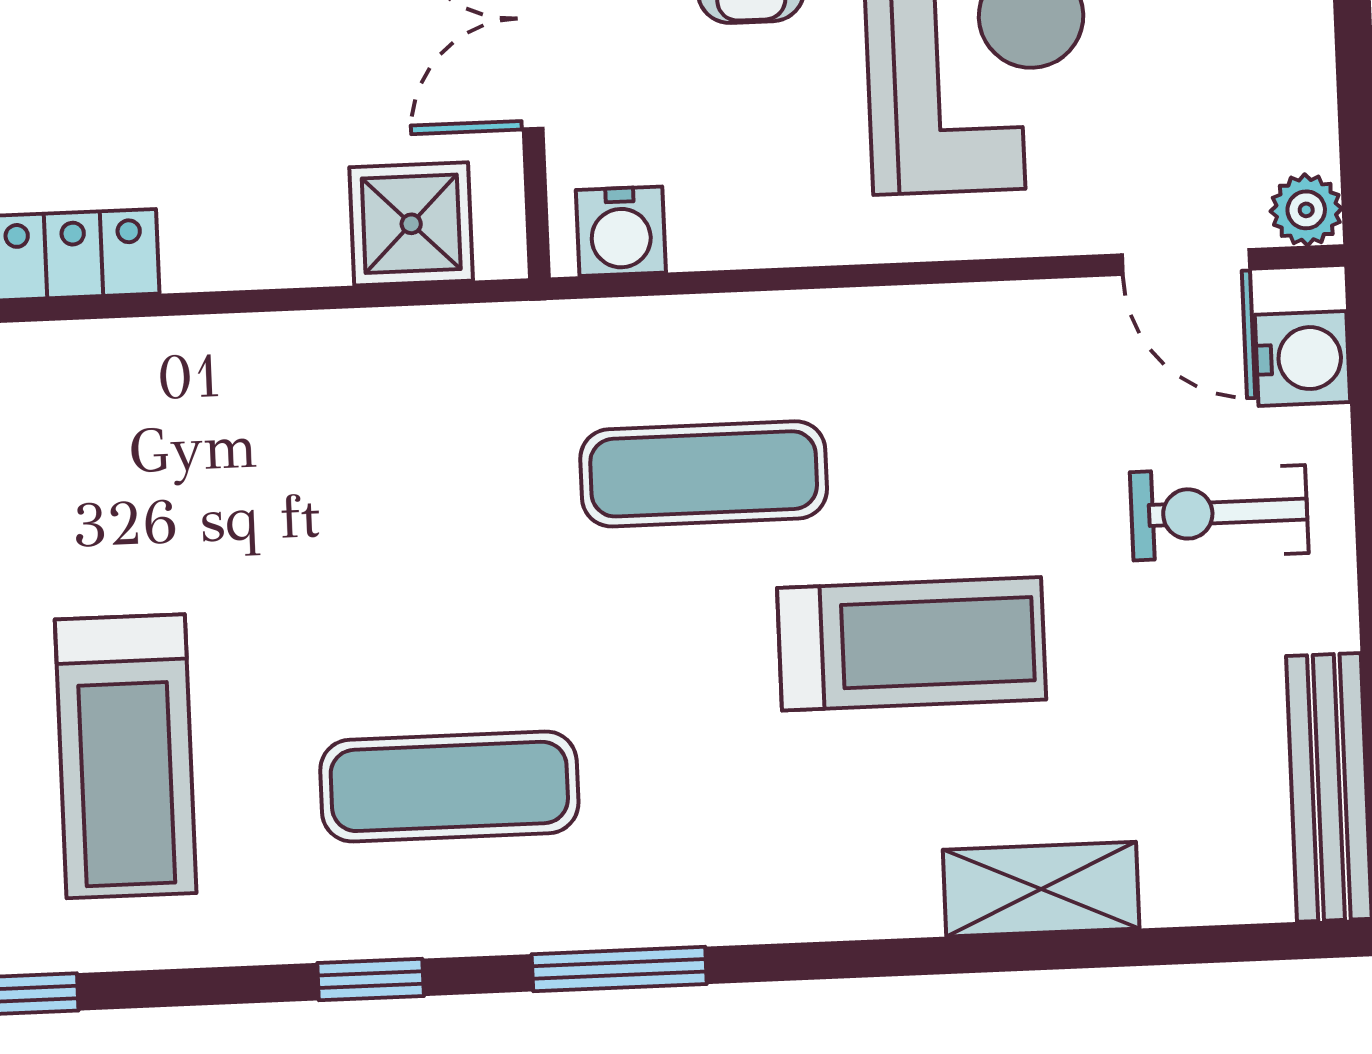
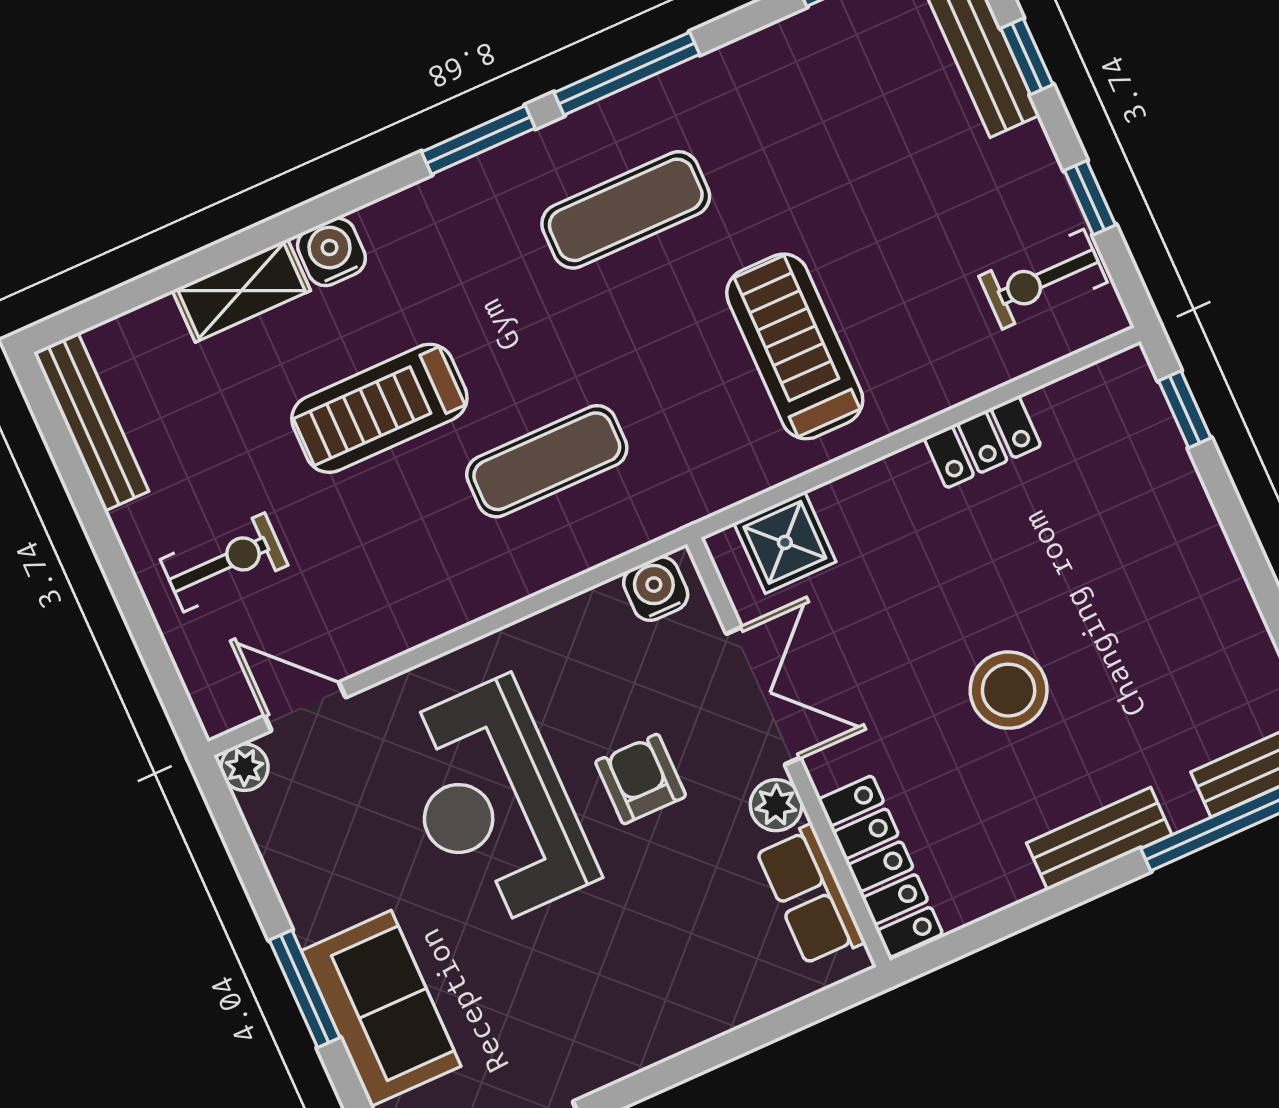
water cooler: (1302, 358) -> (331, 252), moved, turned 90
treadmill: (126, 756) -> (795, 346), moved
window: (371, 980) -> (627, 74), width x2.17

